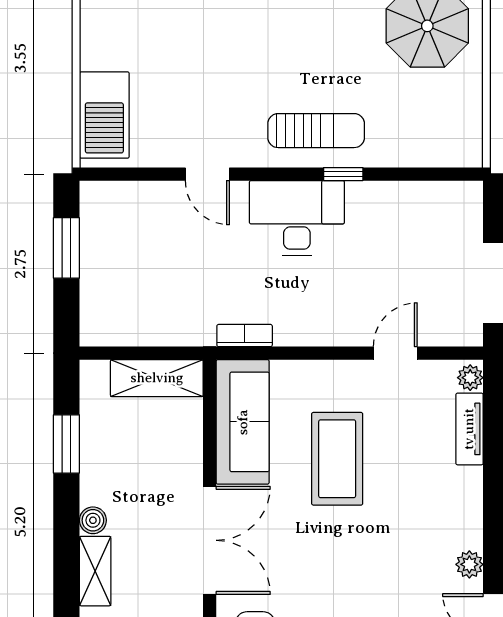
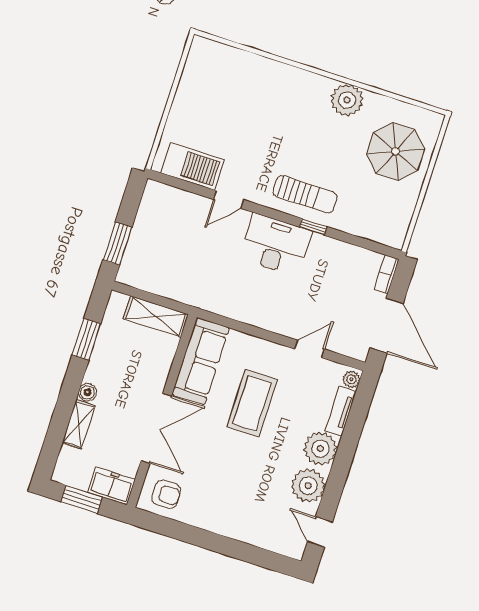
barbecue: (104, 115) -> (192, 166), moved, turned -90
door: (207, 174) -> (229, 200), hinge flipped
window: (66, 248) -> (117, 244), moved
bookcase: (245, 336) -> (387, 274), moved, turned -90
plant: (458, 493) -> (320, 449), added
plant: (469, 564) -> (308, 486), width x1.87, depth x1.87

